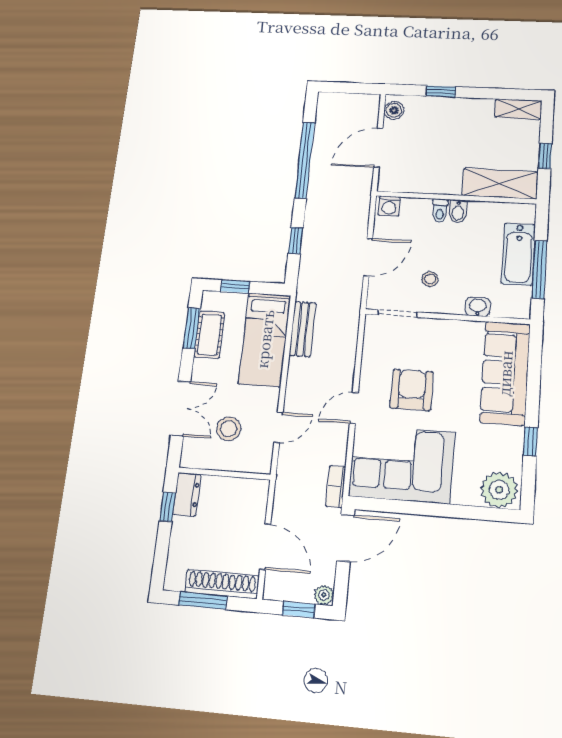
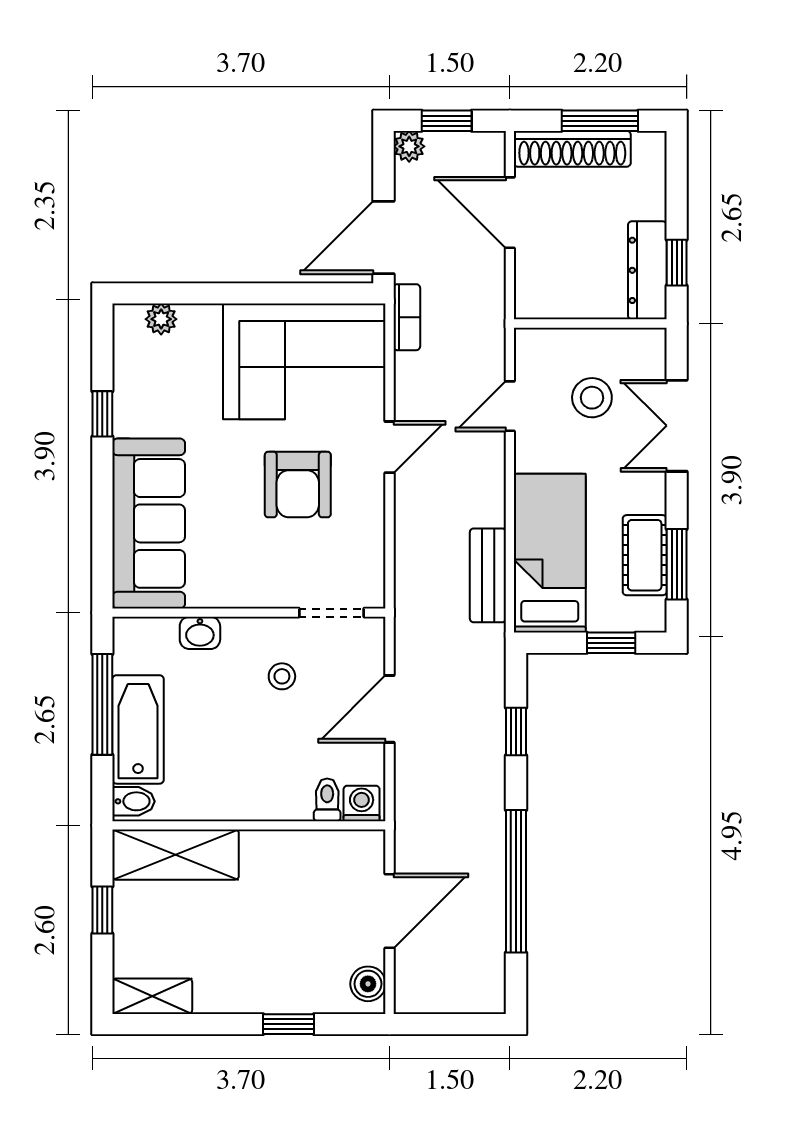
toilet: (440, 211) -> (327, 800), moved
bidet: (458, 211) -> (133, 801), moved, turned 90
plant: (499, 490) -> (161, 319), width x0.53, depth x0.53
dresser: (187, 494) -> (647, 270), width x1.44

